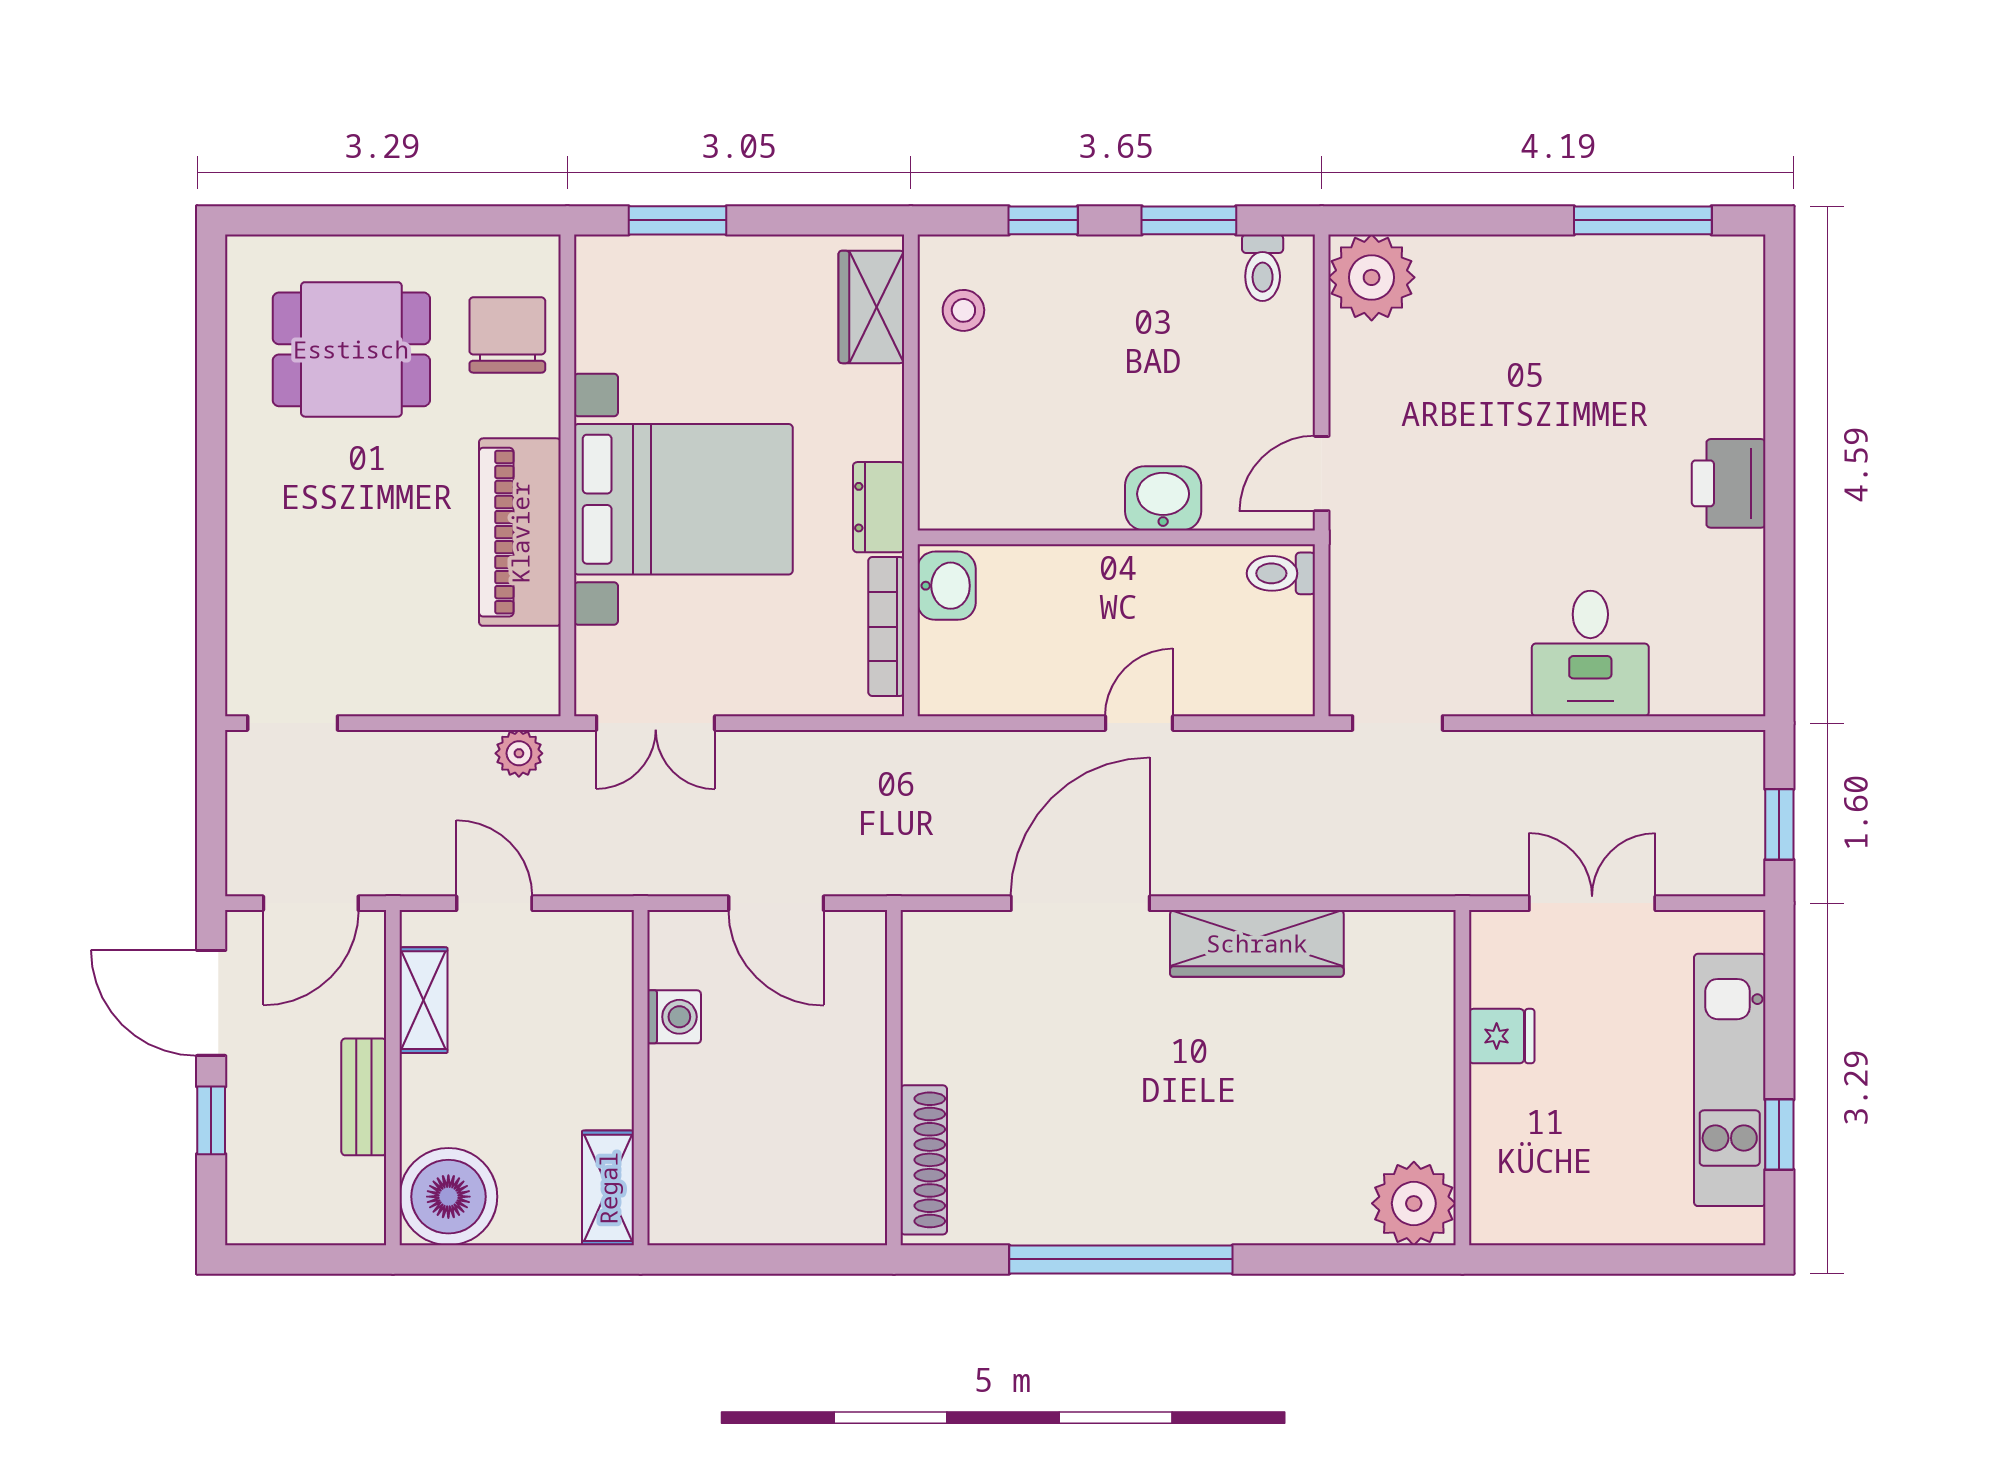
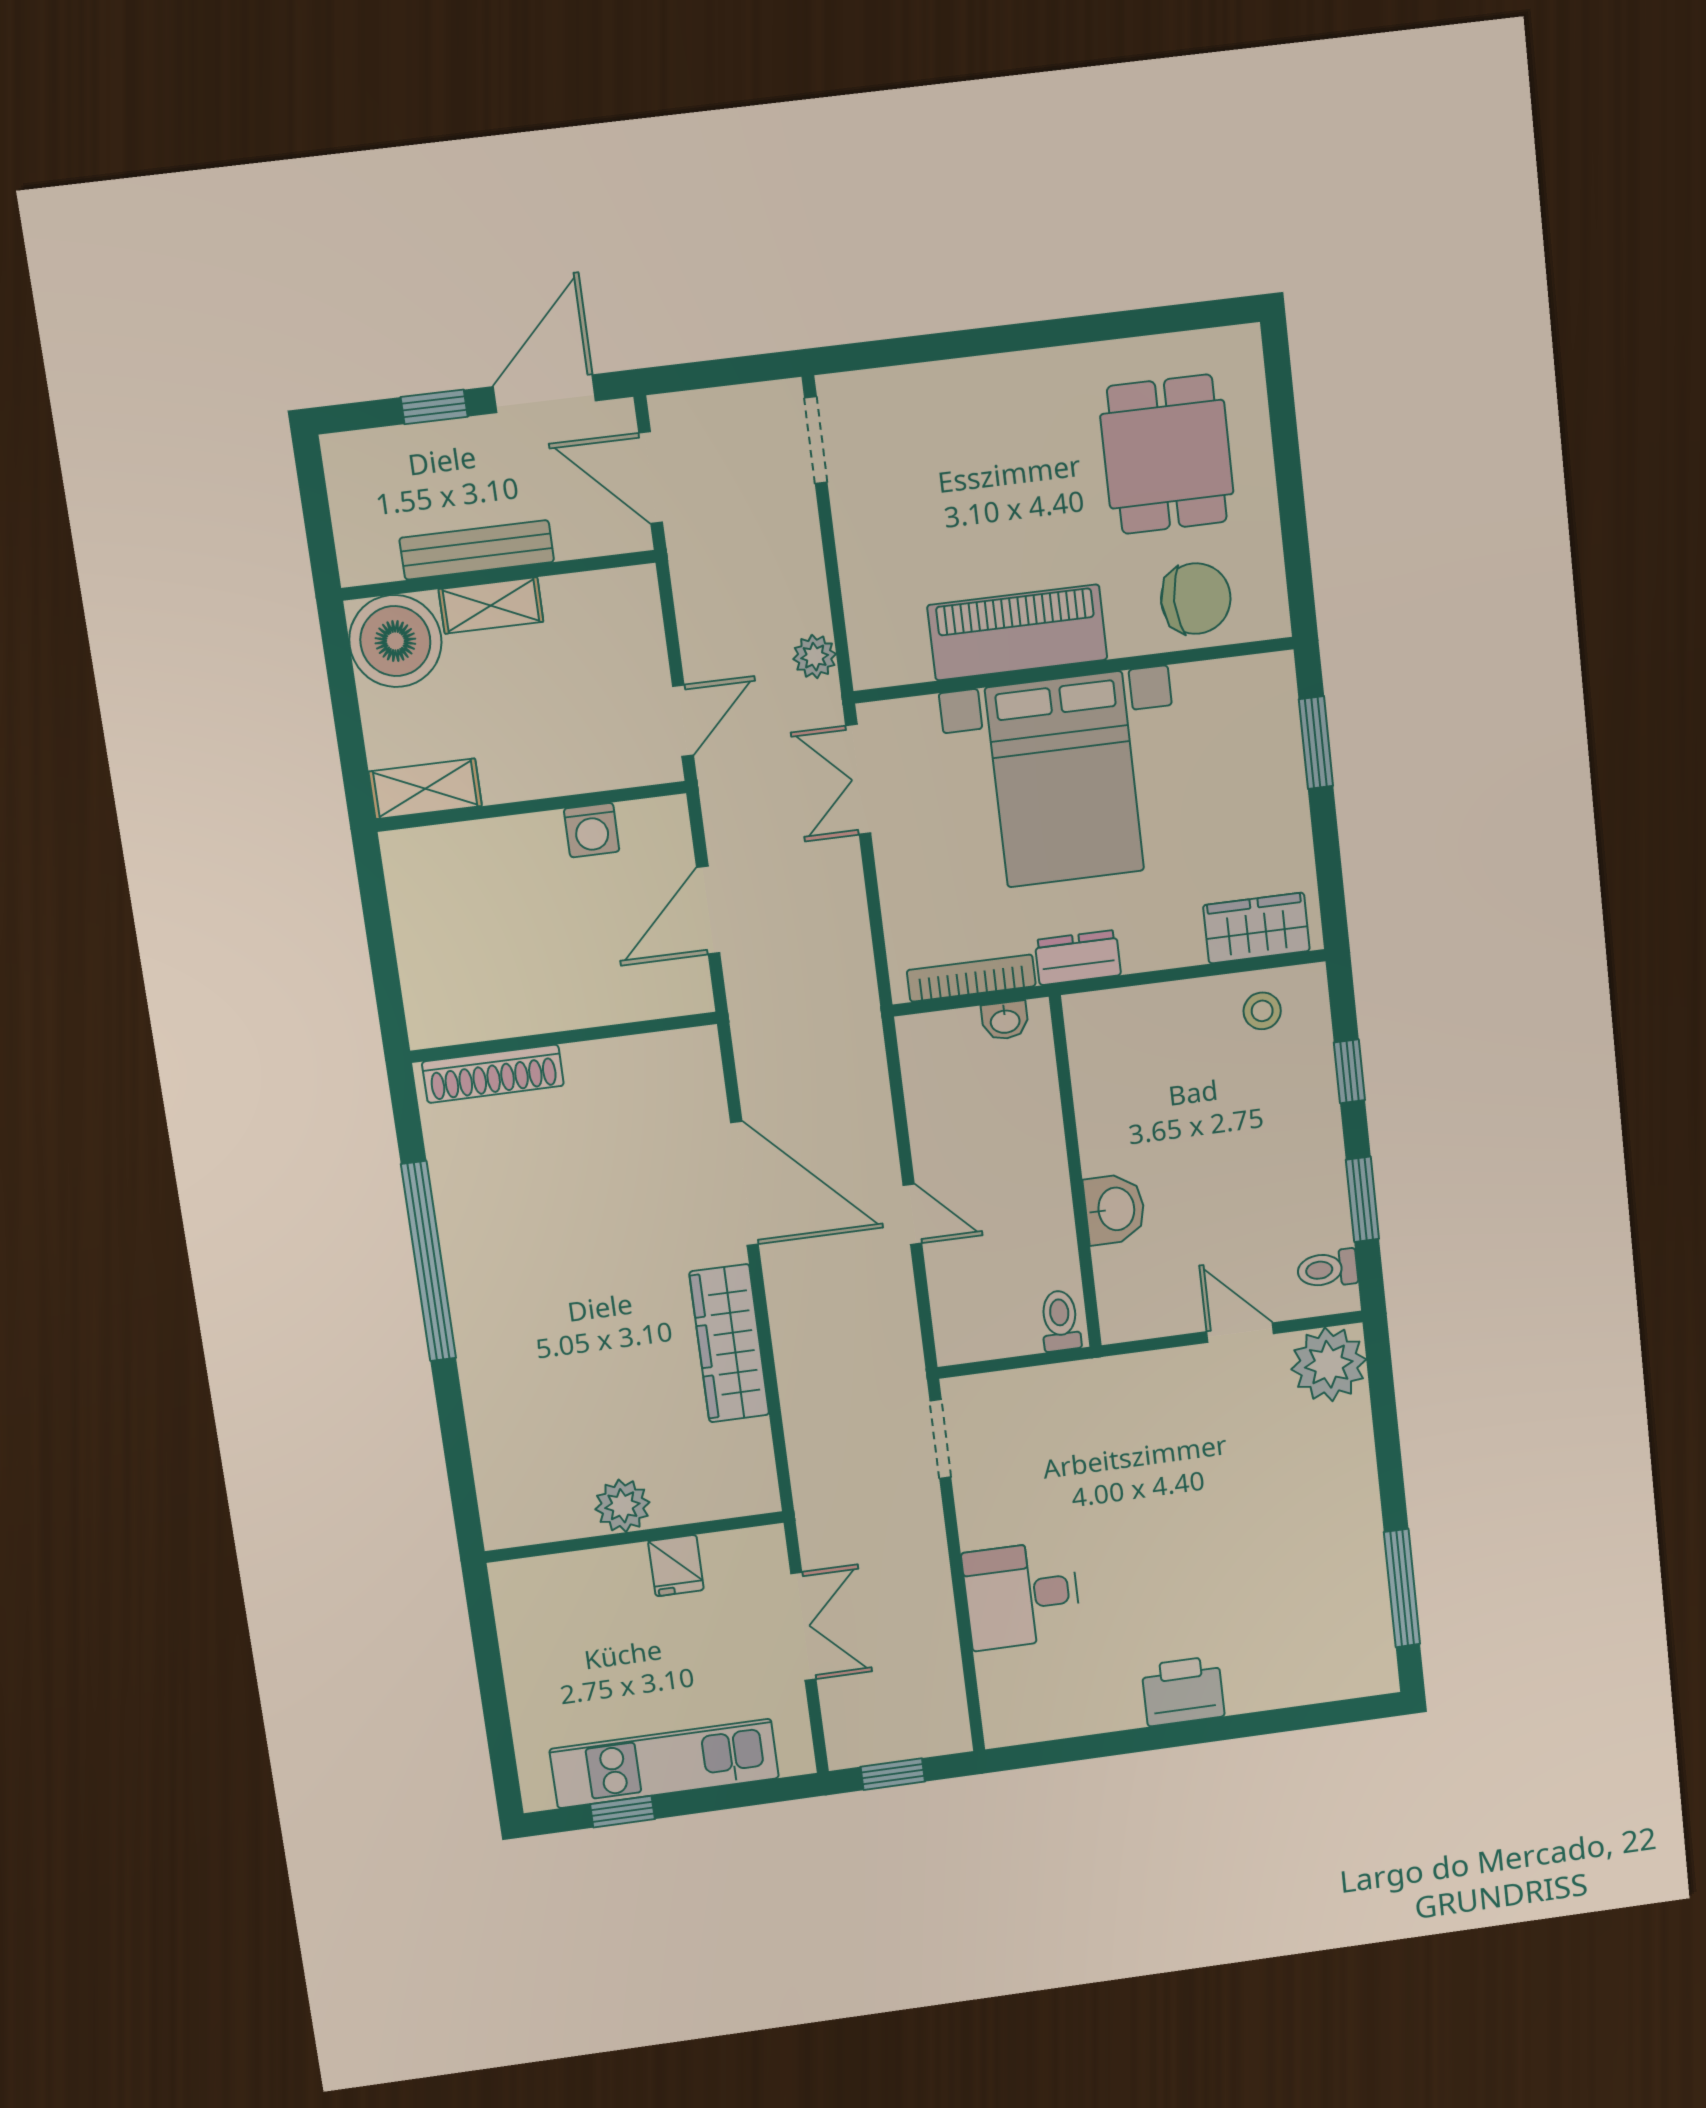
door: (1322, 474) -> (1240, 1333), moved
washbasin: (947, 586) -> (1005, 1021), width x0.72, depth x0.69
door: (494, 903) -> (683, 721), moved
shelving: (424, 1000) -> (491, 605), moved
bench: (364, 1097) -> (477, 550), width x1.36
plant: (1414, 1203) -> (622, 1506), moved, width x0.73, depth x0.73

